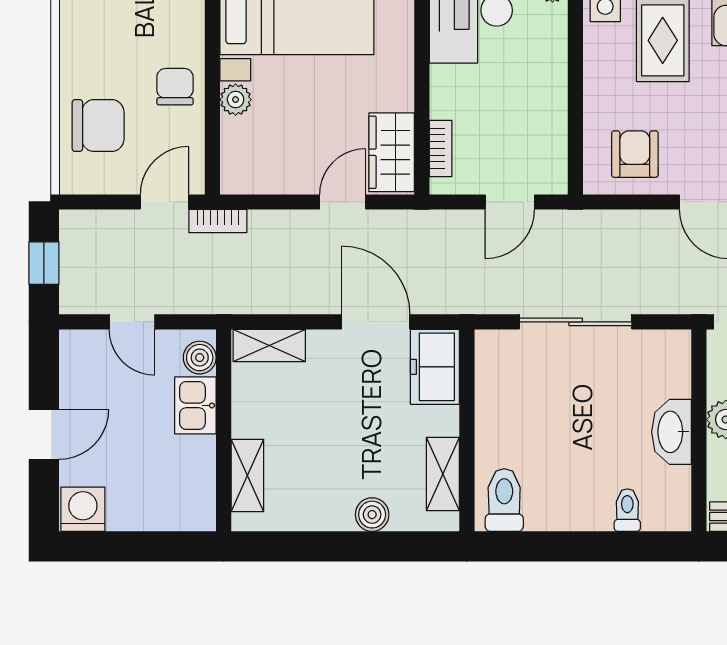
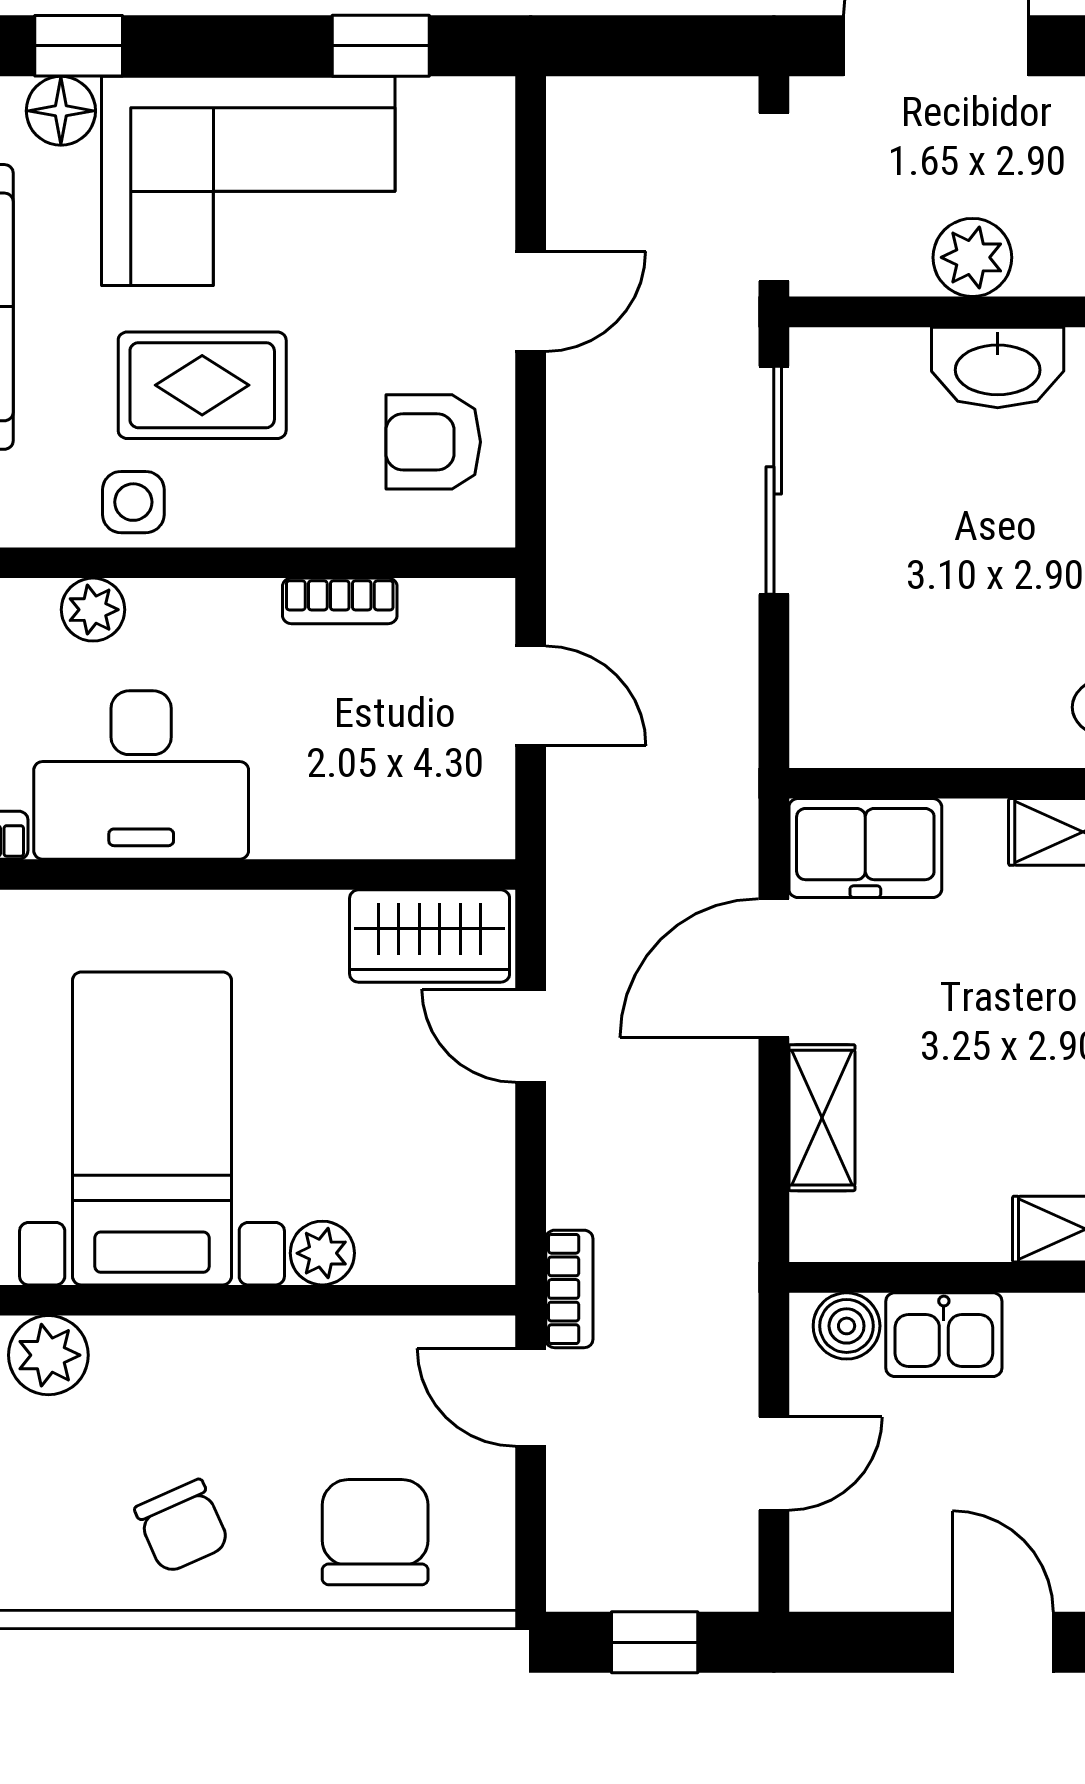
chair: (175, 87) -> (182, 1526), moved, turned -114
bookcase: (441, 148) -> (340, 601), moved, turned 180
sliding door: (576, 322) -> (774, 480), moved
shelving: (269, 345) -> (822, 1118), moved

